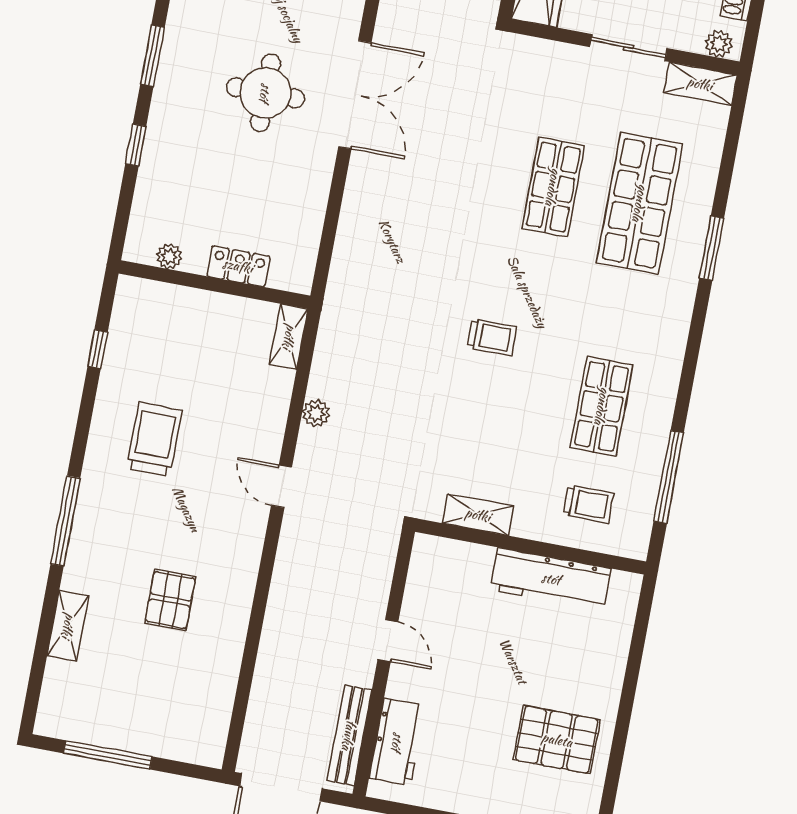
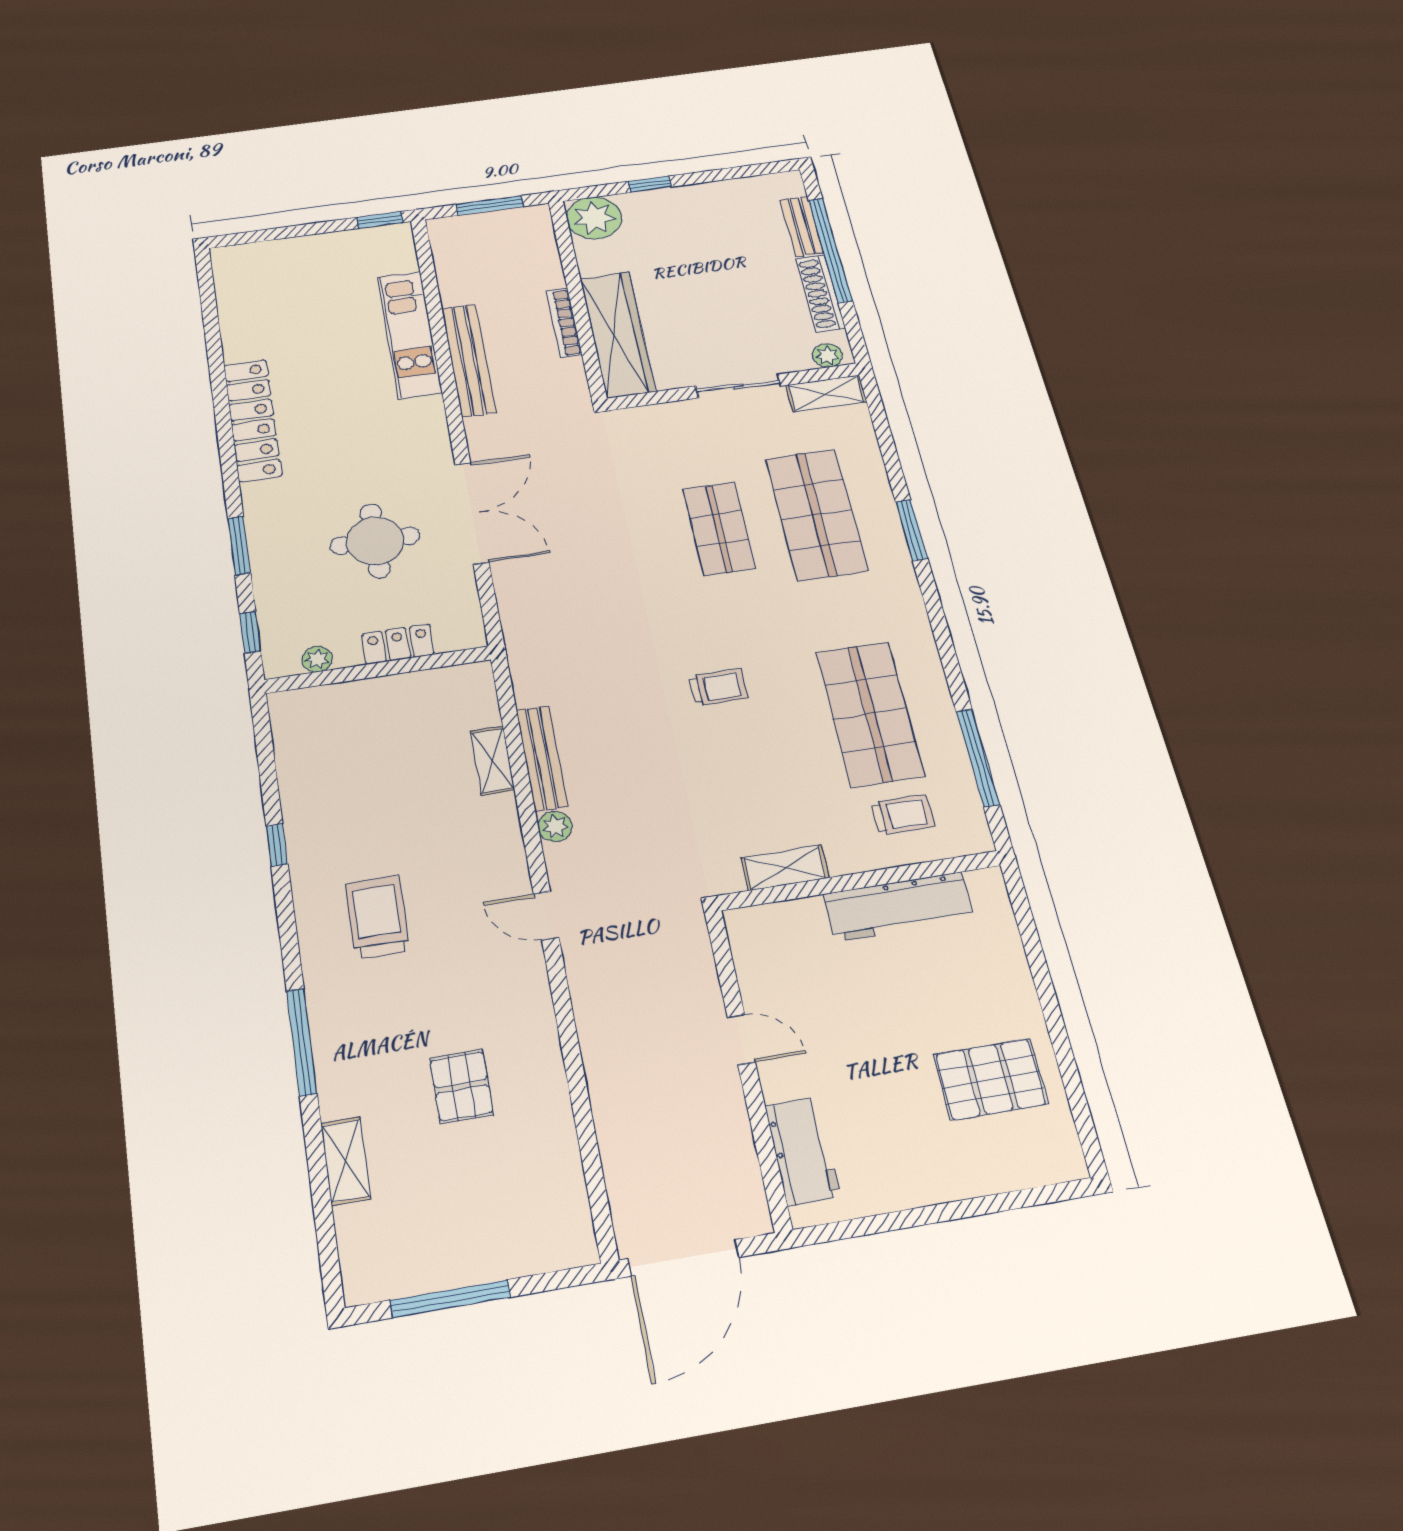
plant: (169, 256) -> (317, 659), moved
locker: (238, 266) -> (398, 644), moved
wall: (214, 285) -> (378, 670), moved
shop shelf: (602, 406) -> (870, 714), width x1.43, depth x1.36
bench: (349, 735) -> (542, 758), moved

